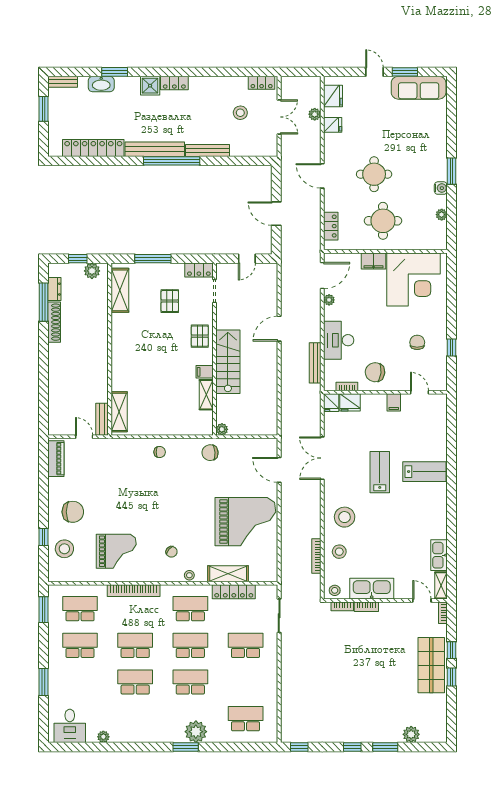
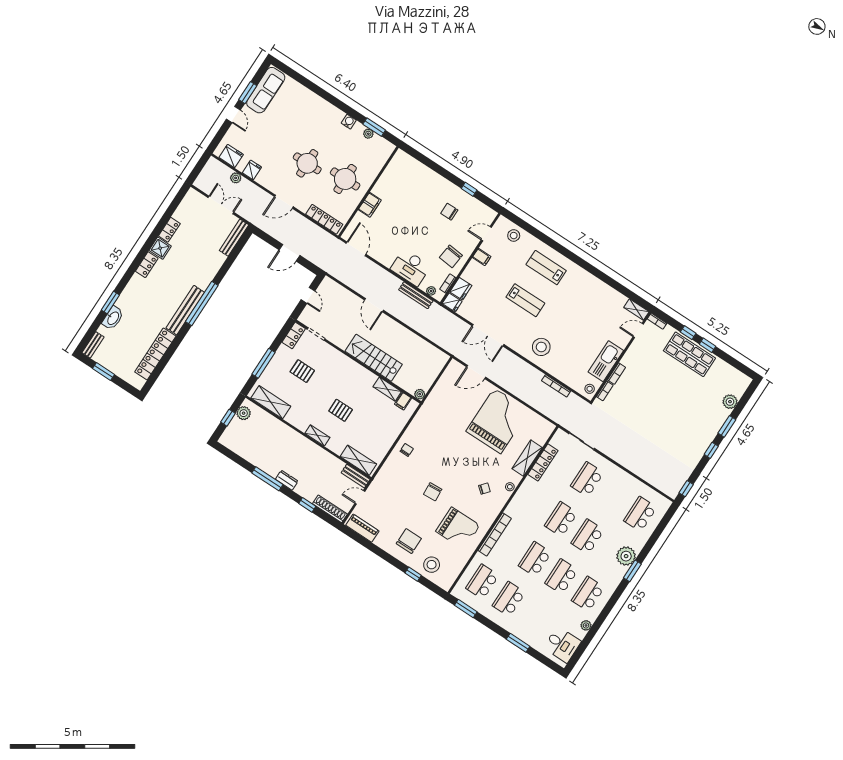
door: (374, 72) -> (233, 115), swing flipped
locker: (262, 83) -> (169, 230), moved
shower: (150, 86) -> (160, 248), moved
stool: (240, 113) -> (199, 231), removed
bench: (207, 150) -> (234, 238), moved
window: (452, 171) -> (374, 127), moved
locker: (331, 226) -> (324, 219), width x1.53
corner desk: (413, 279) -> (402, 185), removed
dresser: (54, 289) -> (287, 480), moved
plant: (329, 300) -> (431, 291), moved
window: (44, 302) -> (267, 479), moved
shoe rack: (54, 322) -> (330, 509), moved
pallet: (200, 336) -> (341, 410), moved
shelving: (117, 356) -> (317, 435), added
filing cabinet: (205, 372) -> (403, 401), moved
window: (44, 390) -> (307, 505), added
chair: (210, 453) -> (433, 492), moved
lab bench: (380, 472) -> (525, 300), turned 180
lab bench: (424, 472) -> (546, 268), turned -90
grand piano: (116, 551) -> (458, 528), turned 90
stool: (339, 552) -> (514, 236), moved
kitchen sink: (439, 555) -> (614, 297), removed
school desk: (190, 609) -> (588, 594), moved

